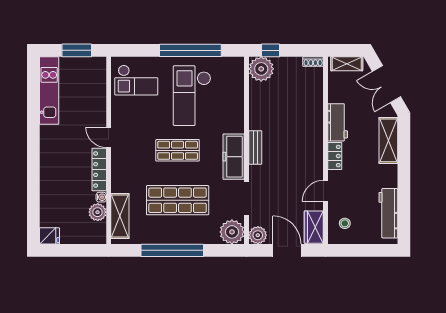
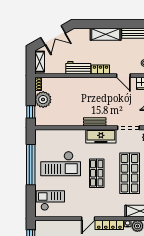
plant: (261, 69) -> (43, 100), moved
checkout: (136, 80) -> (50, 200), turned -90
shelving: (388, 140) -> (106, 34), moved

